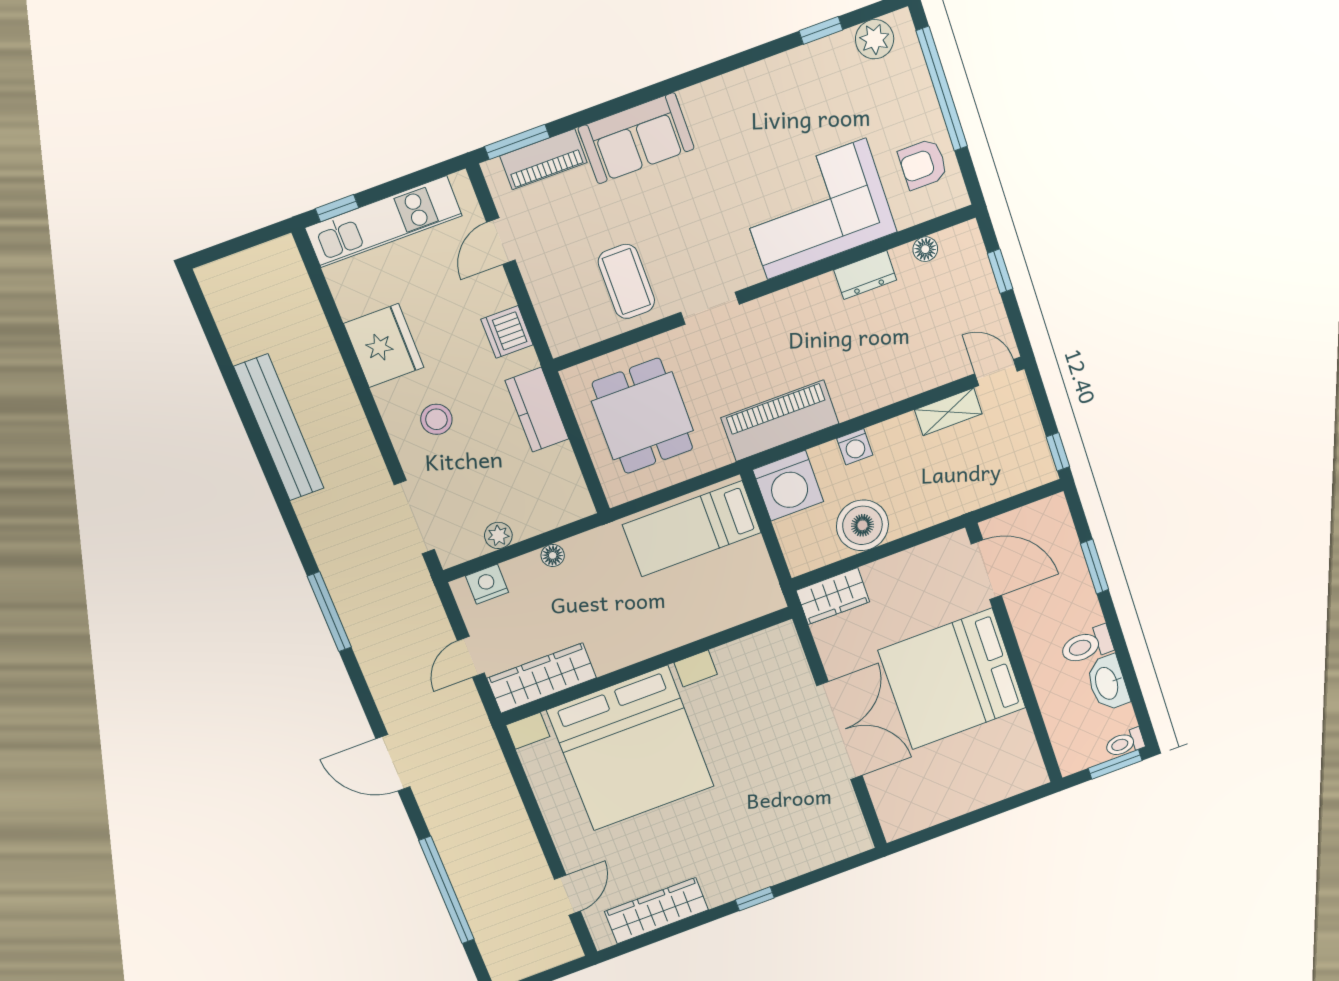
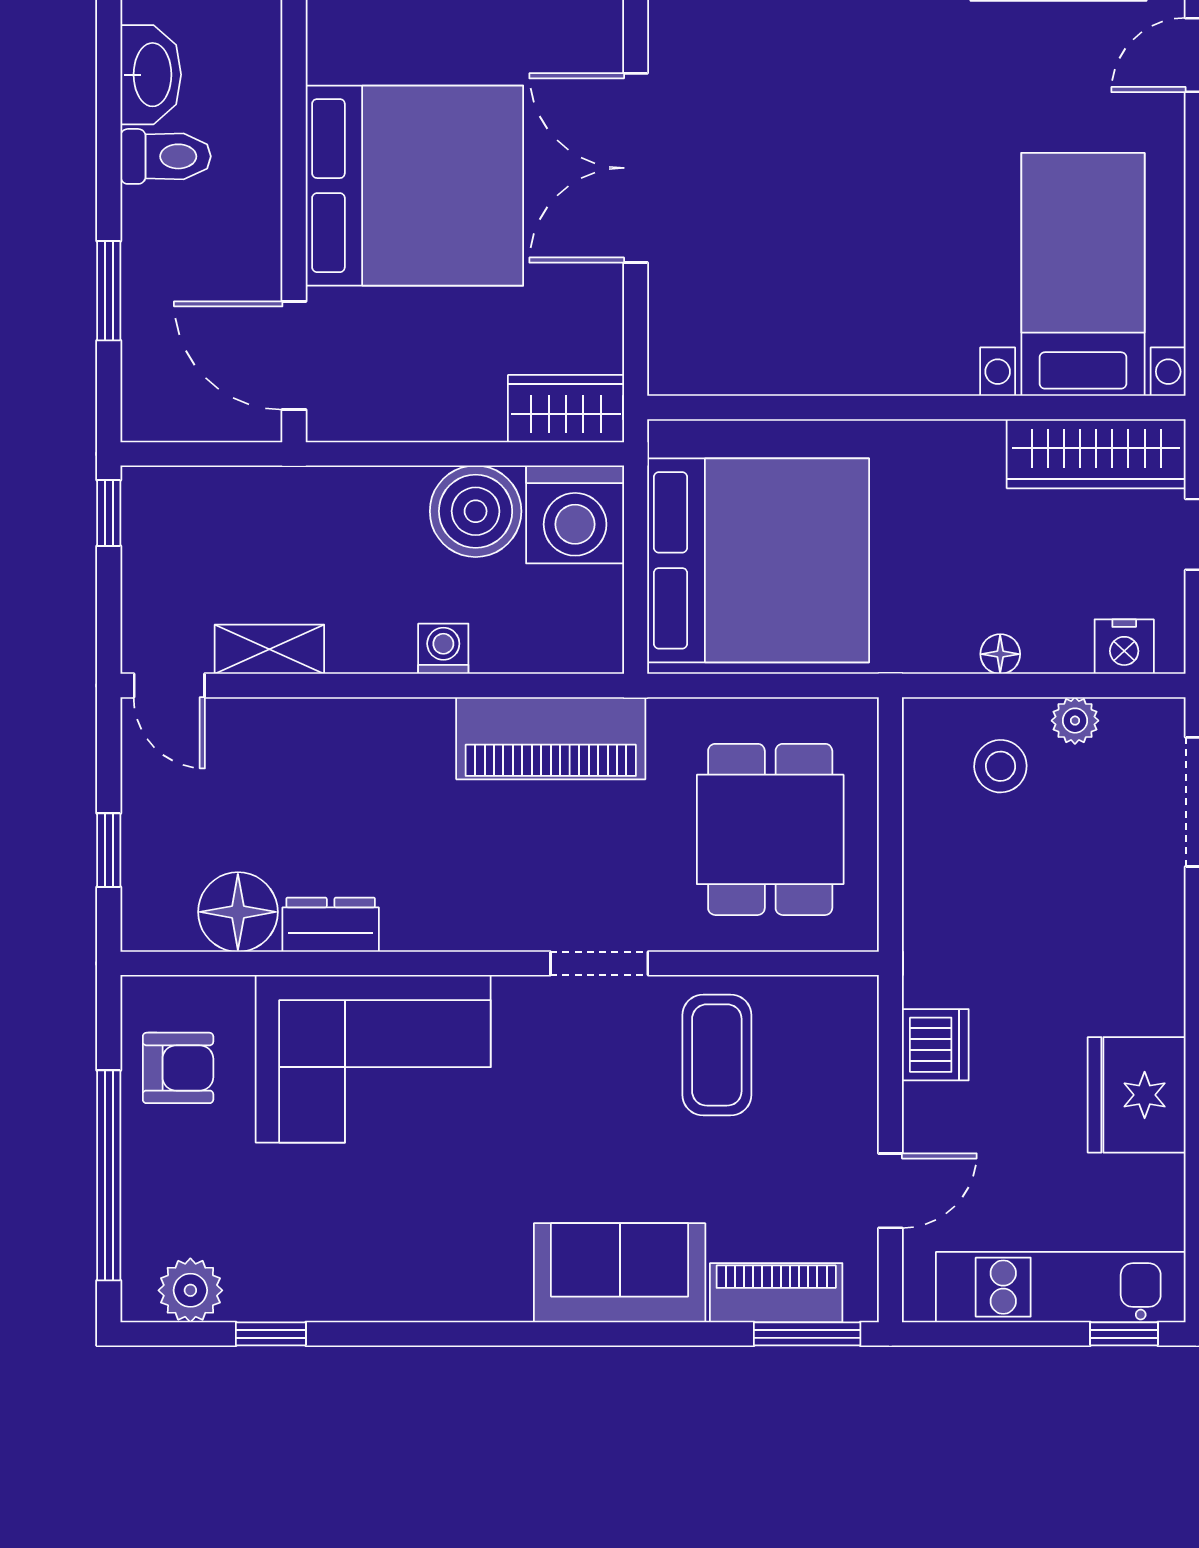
floor lamp: (925, 249) -> (238, 912), width x1.89, depth x1.89
kitchen counter: (537, 410) -> (935, 903), removed
stool: (436, 419) -> (1000, 766), moved
washing machine: (788, 486) -> (575, 514), moved, turned 180
bed: (692, 529) -> (758, 560), width x2.04
bed with nightstands: (631, 748) -> (1083, 274), width x0.54

